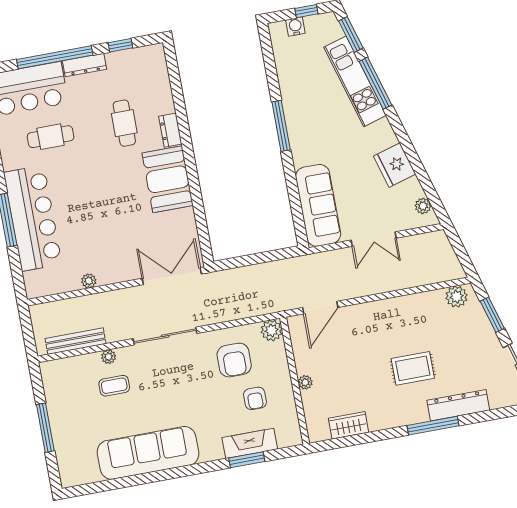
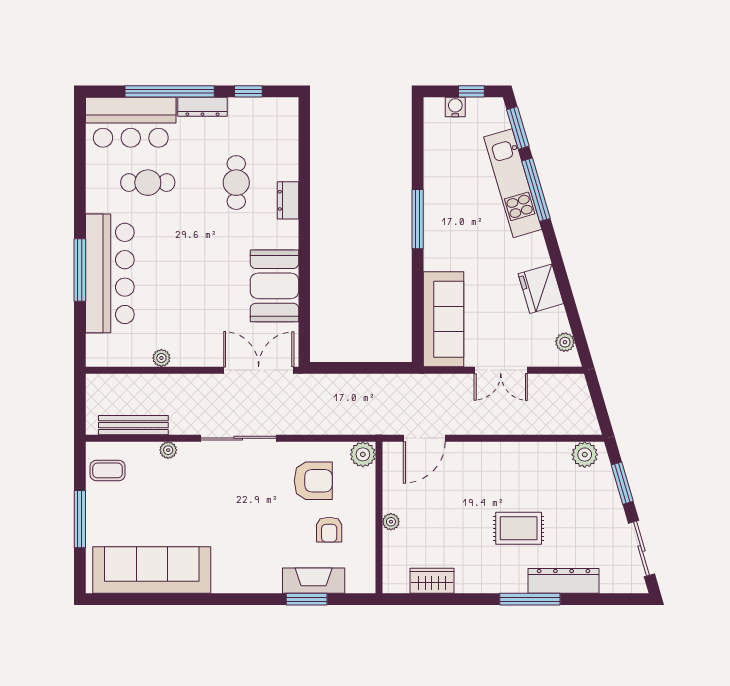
booth: (168, 179) -> (274, 286), moved
armchair: (234, 360) -> (313, 481), turned -90
coffee table: (114, 386) -> (108, 470), moved
sofa: (148, 453) -> (152, 570), moved

